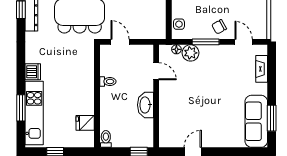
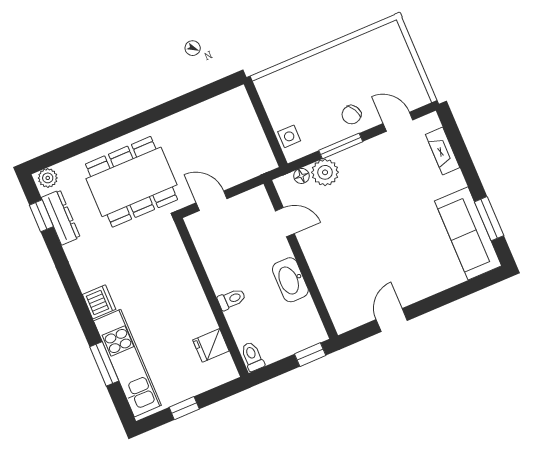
toilet: (108, 81) -> (232, 299), moved

